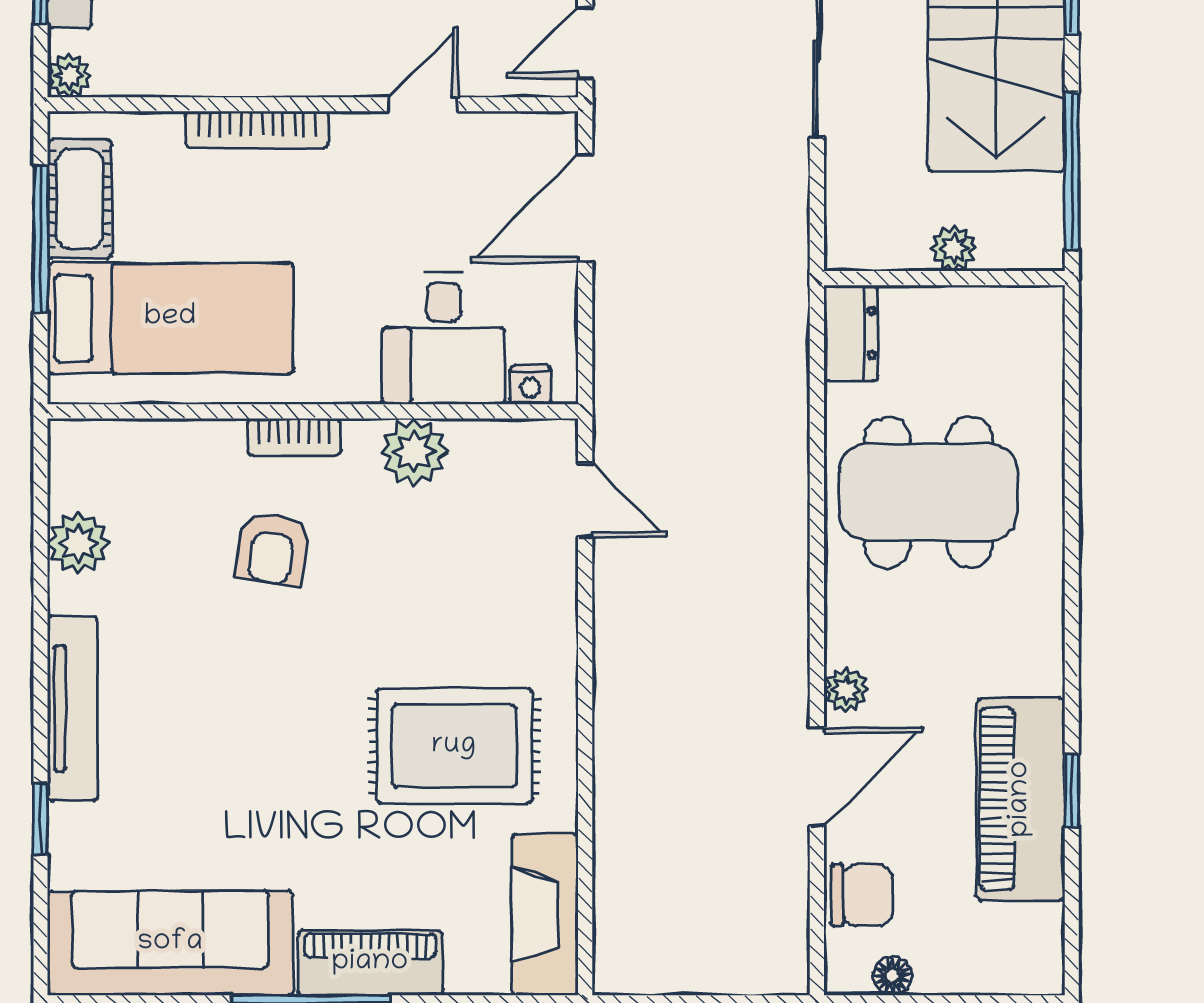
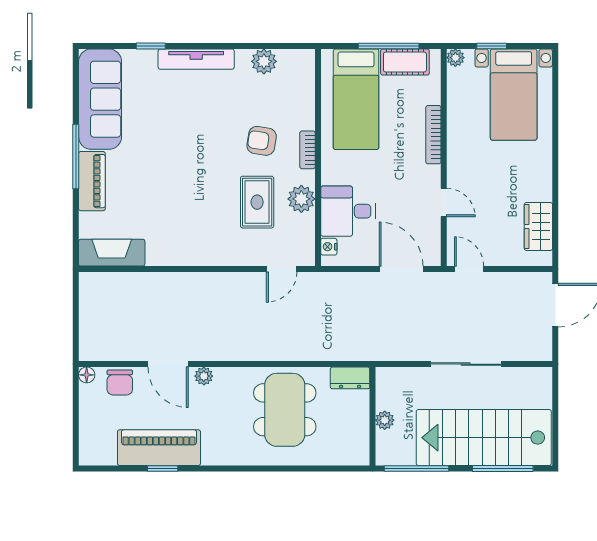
rug: (454, 746) -> (257, 202), moved, width x0.73, depth x0.70
floor lamp: (893, 976) -> (87, 375), moved

